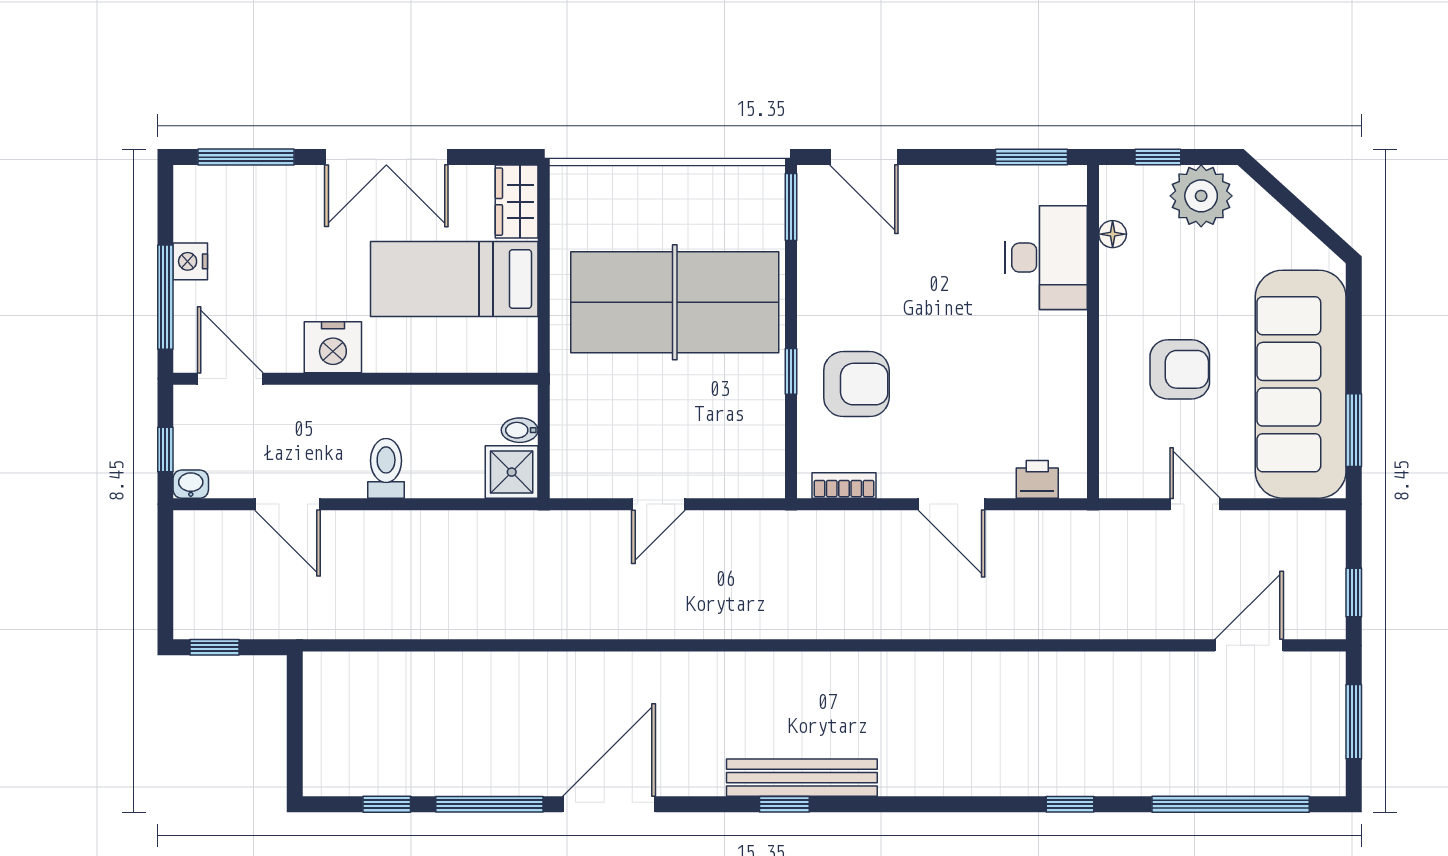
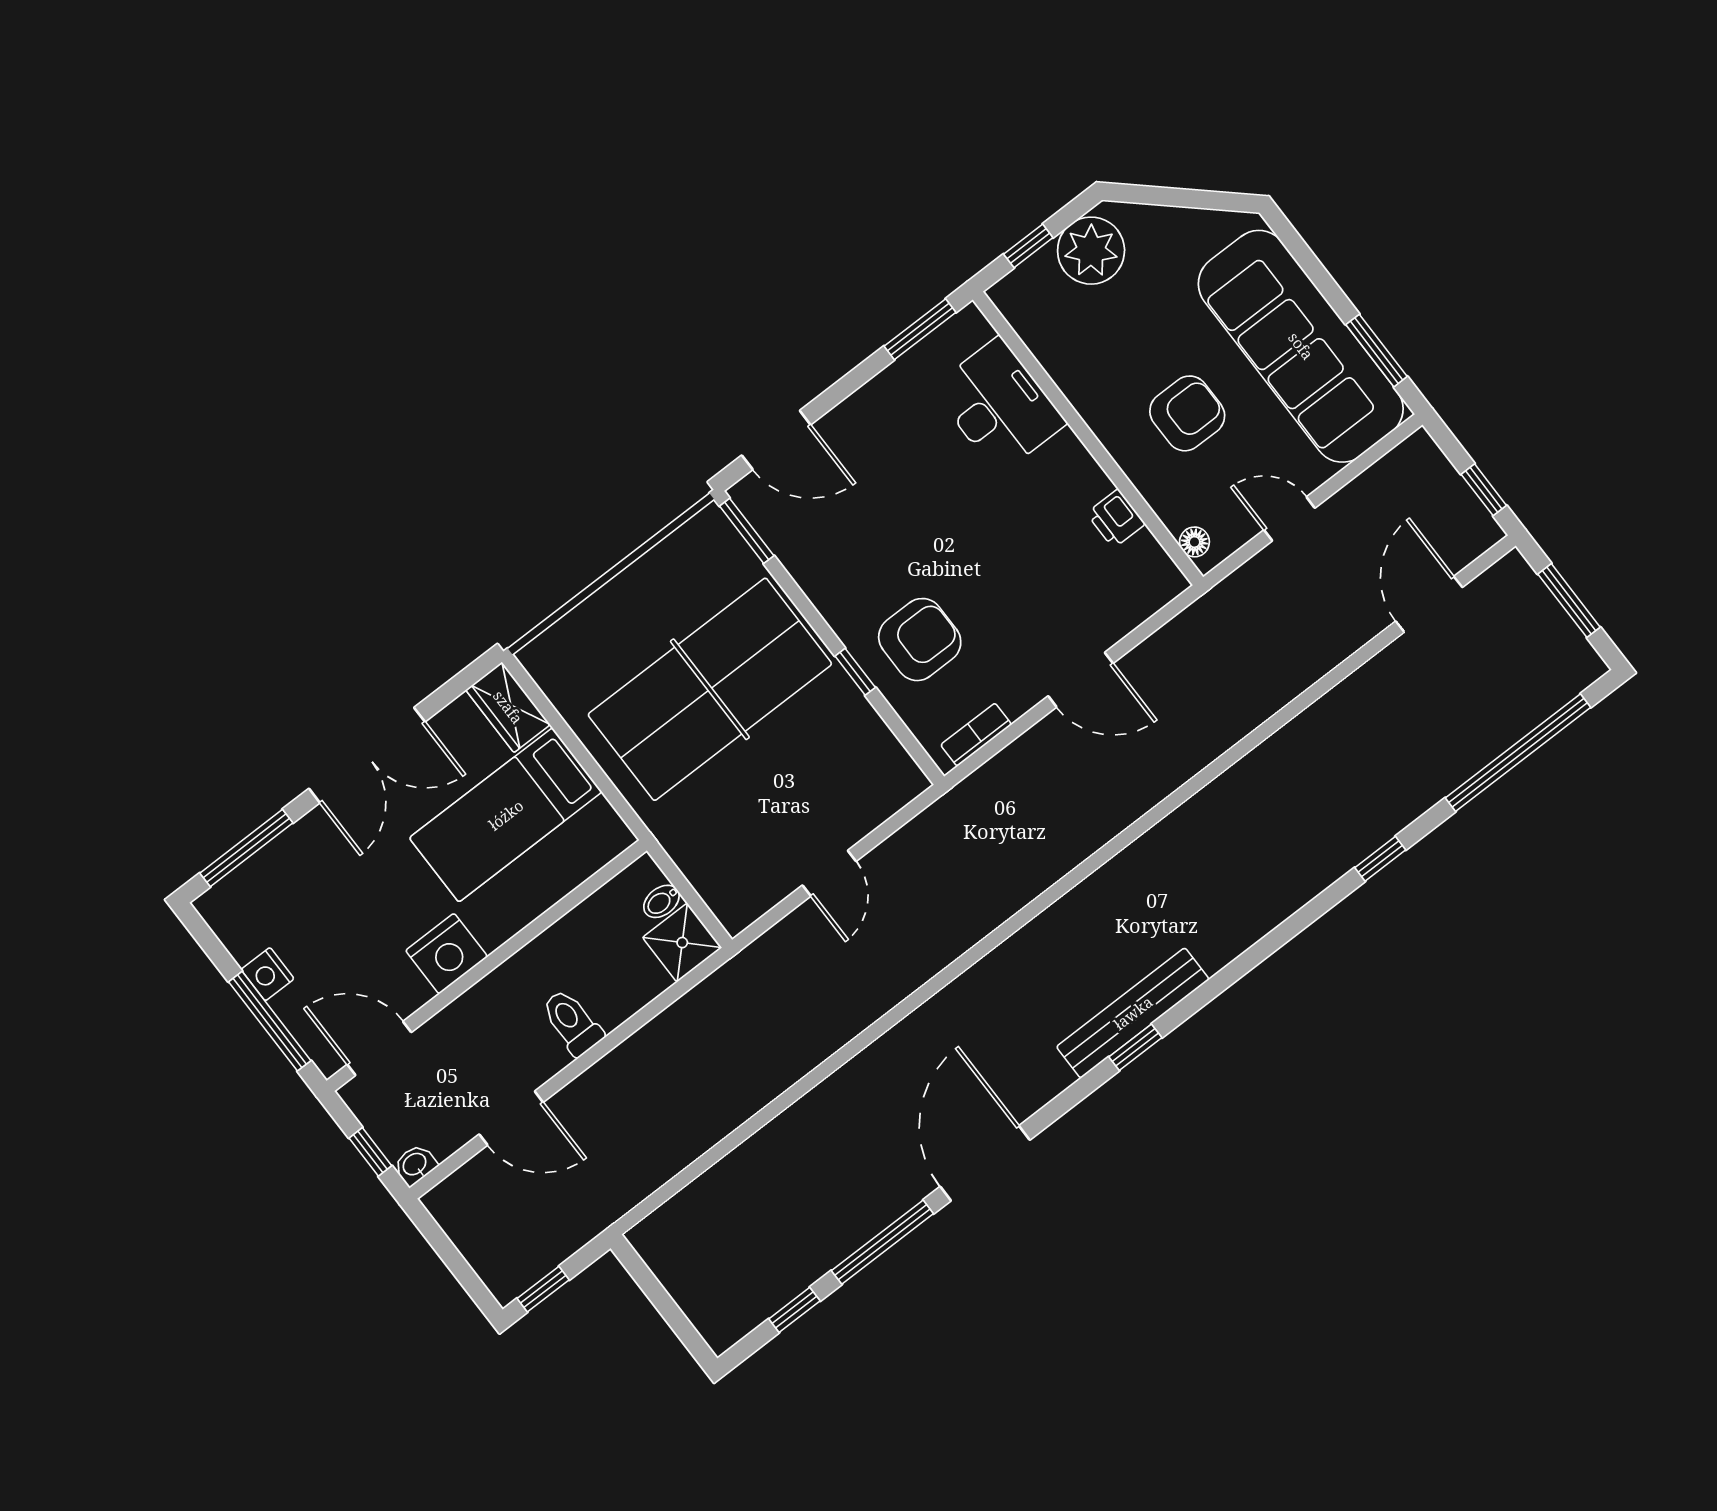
floor lamp: (1113, 234) -> (1194, 542), moved
printer: (1037, 479) -> (1116, 519), moved, turned -90

